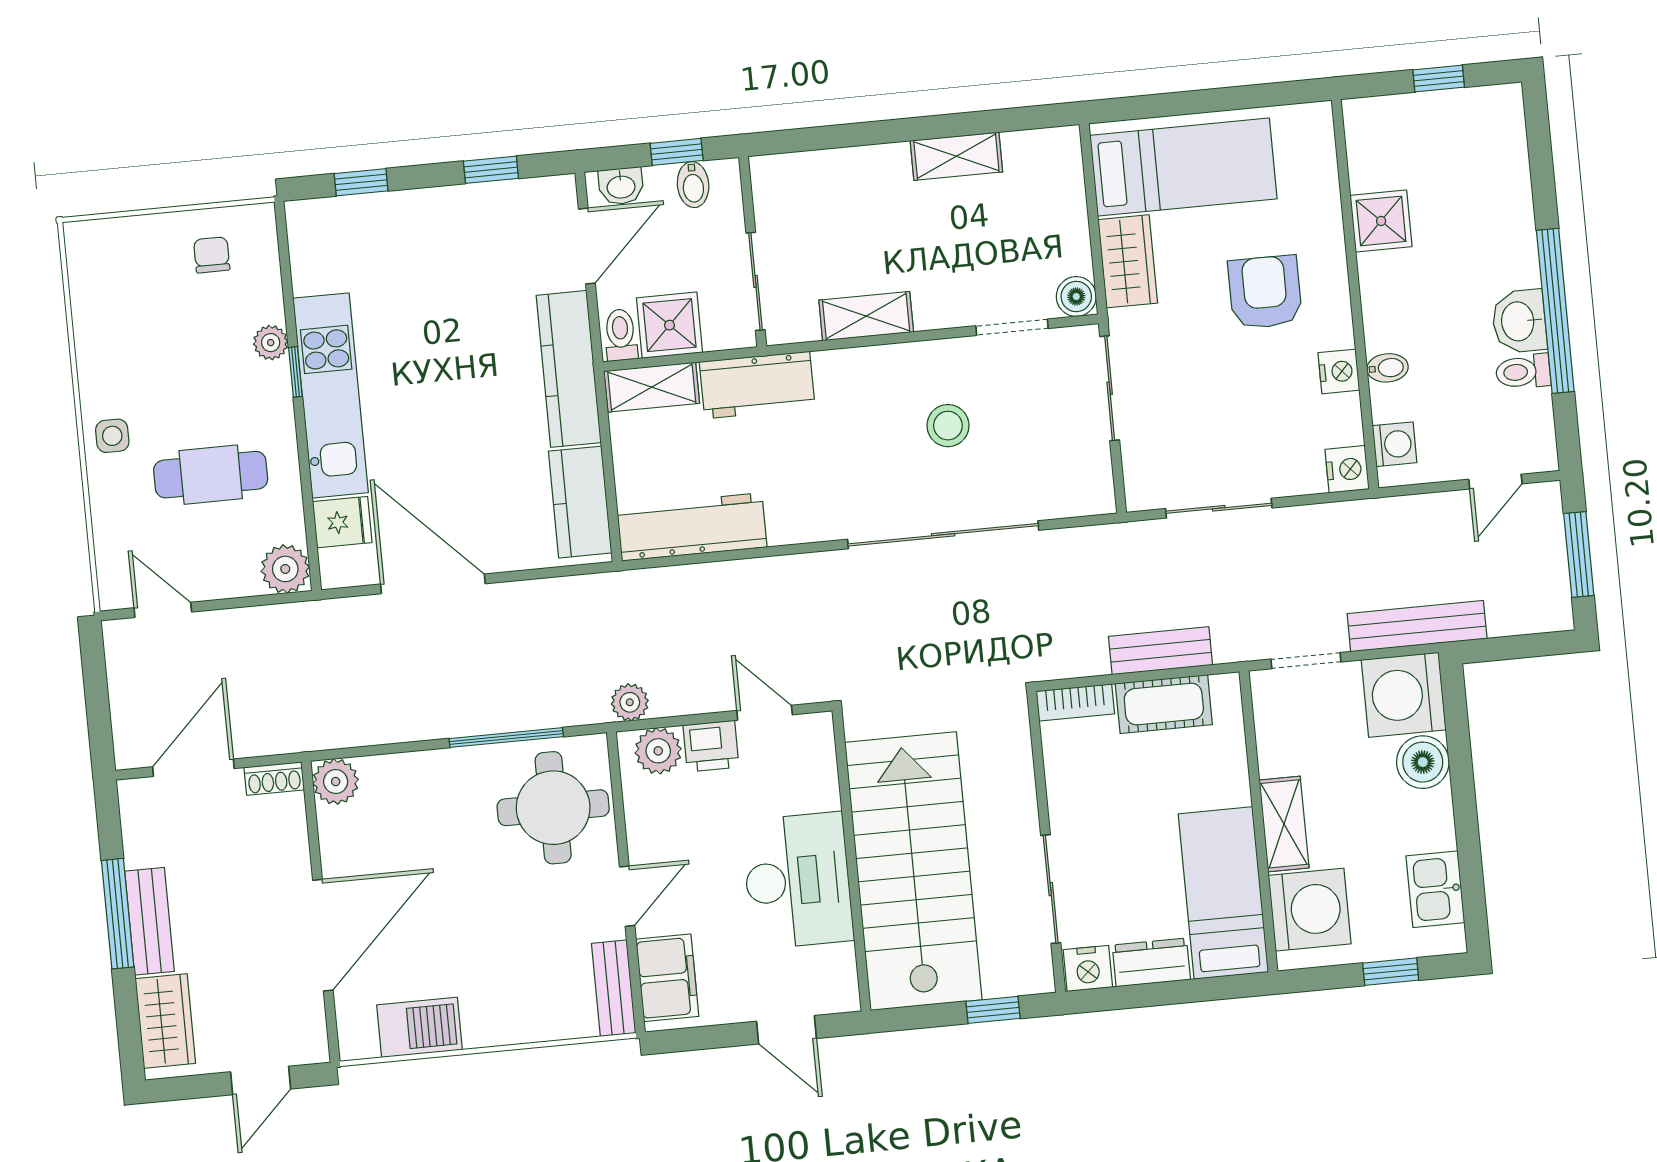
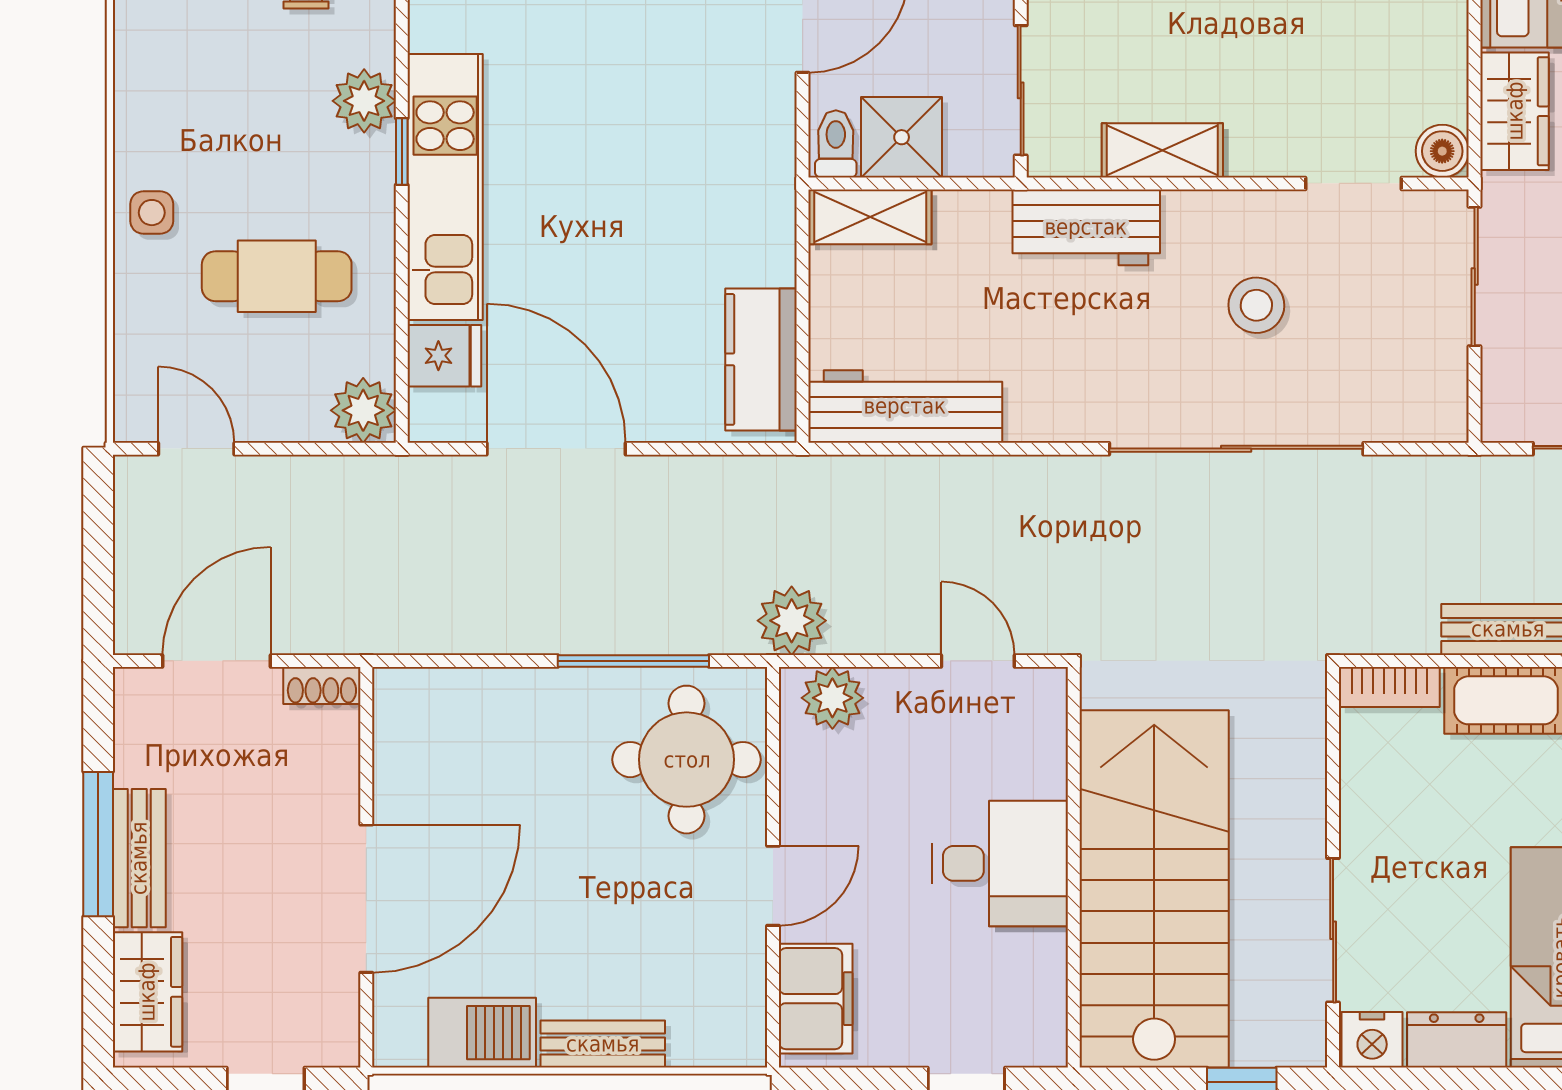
plant: (271, 343) -> (364, 101), width x1.38, depth x1.38
kitchen counter: (569, 369) -> (763, 182), removed
workbench: (757, 385) -> (1086, 227), moved
plant: (630, 702) -> (792, 621), width x1.38, depth x1.38
printer: (711, 746) -> (903, 698), removed
plant: (336, 782) -> (403, 697), removed
desk: (798, 881) -> (1000, 863), width x0.73
bench: (614, 988) -> (603, 1044), moved, turned 90

